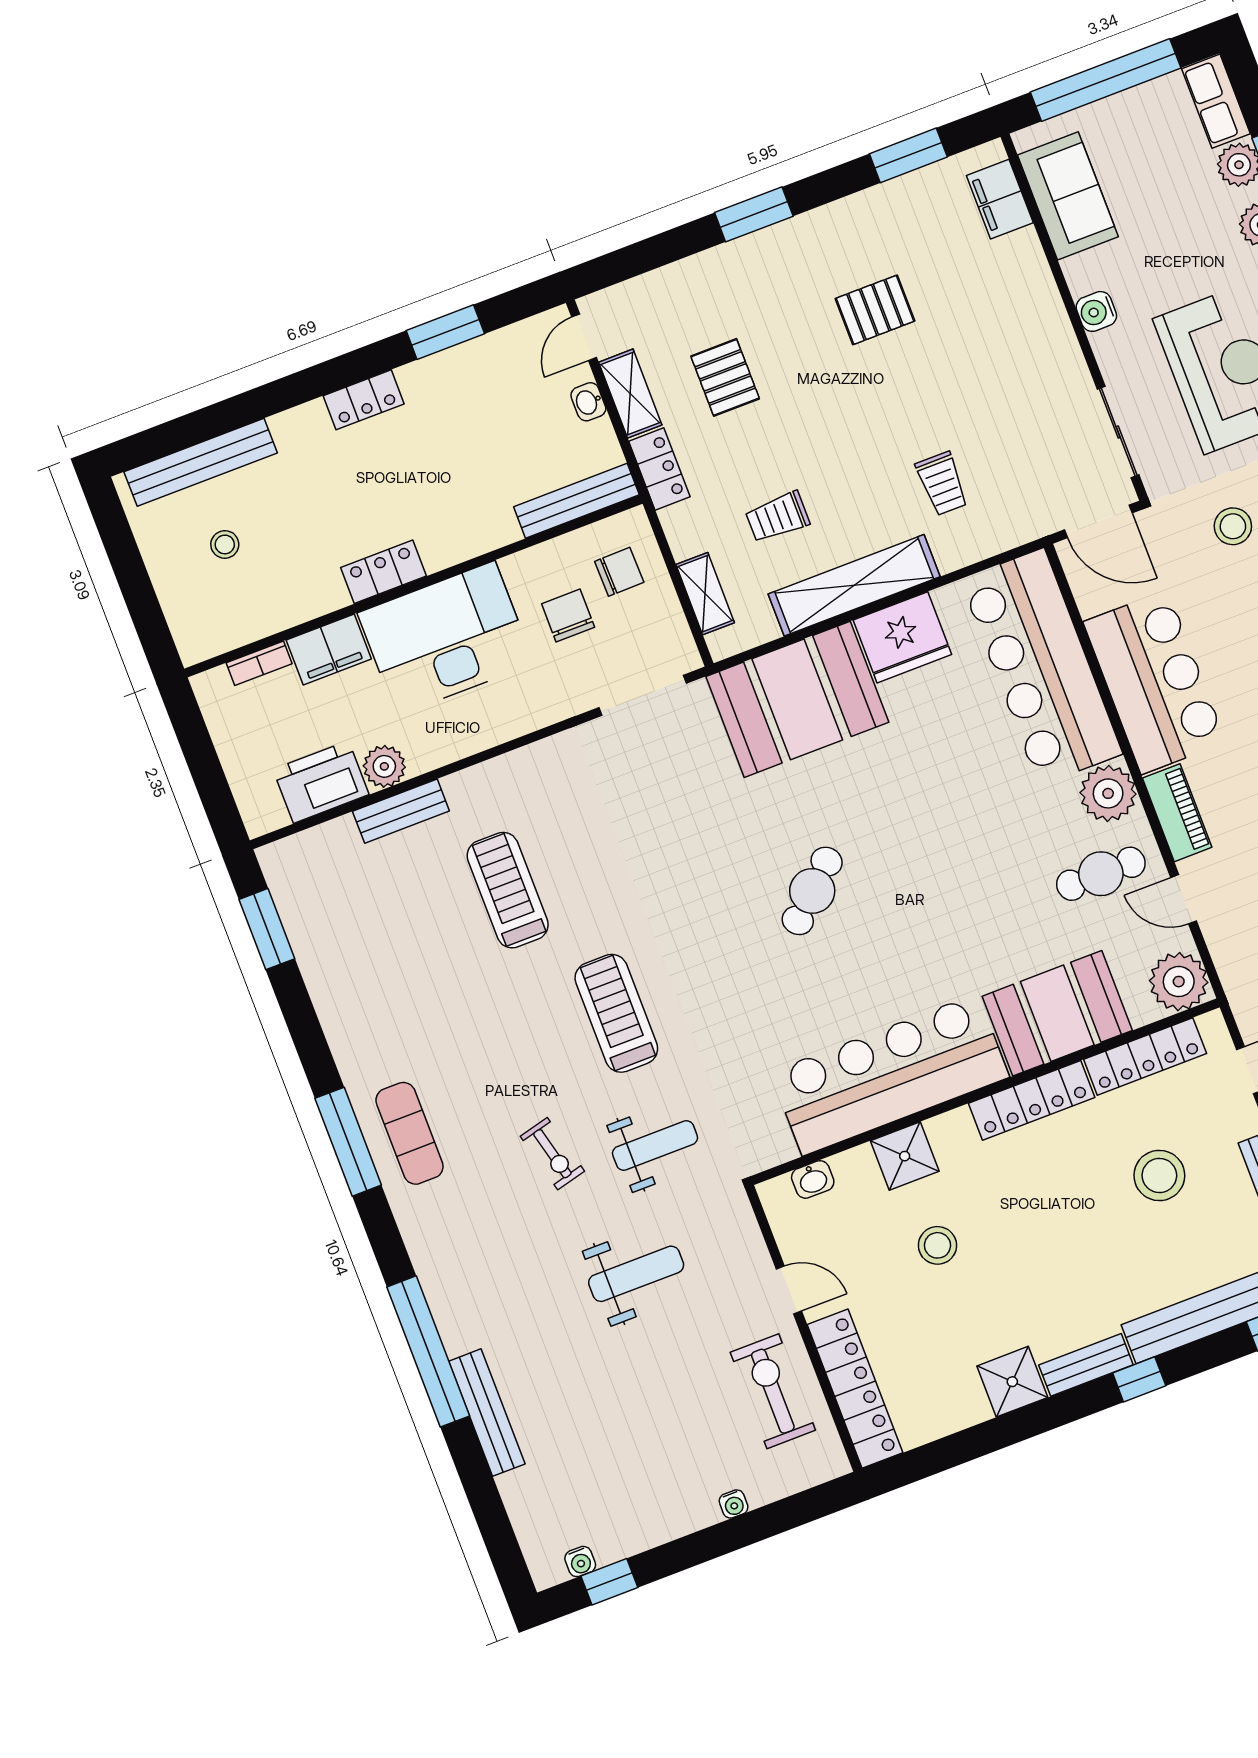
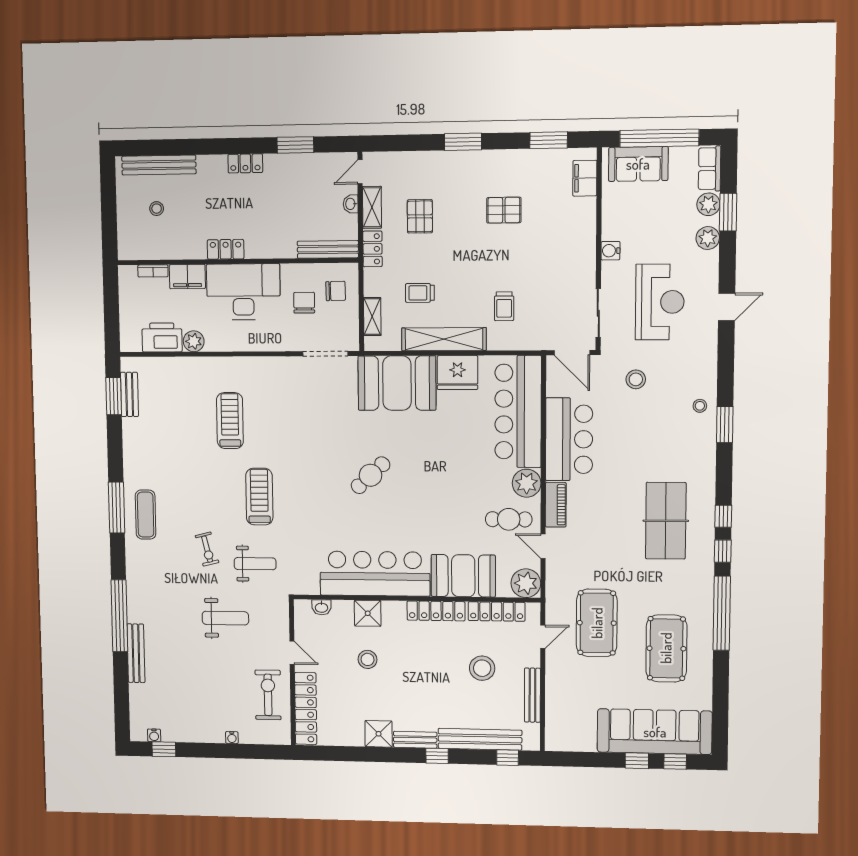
sofa: (1068, 196) -> (638, 164), moved, turned 90
bench: (401, 811) -> (129, 394), moved, turned 90

